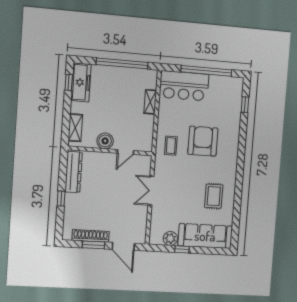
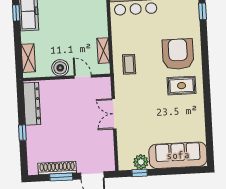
shelving: (150, 102) -> (103, 51), moved
armchair: (203, 141) -> (178, 54), moved
door: (126, 152) -> (83, 77), swing flipped
rug: (214, 196) -> (182, 86), moved, turned 90
window: (182, 249) -> (140, 173), moved

